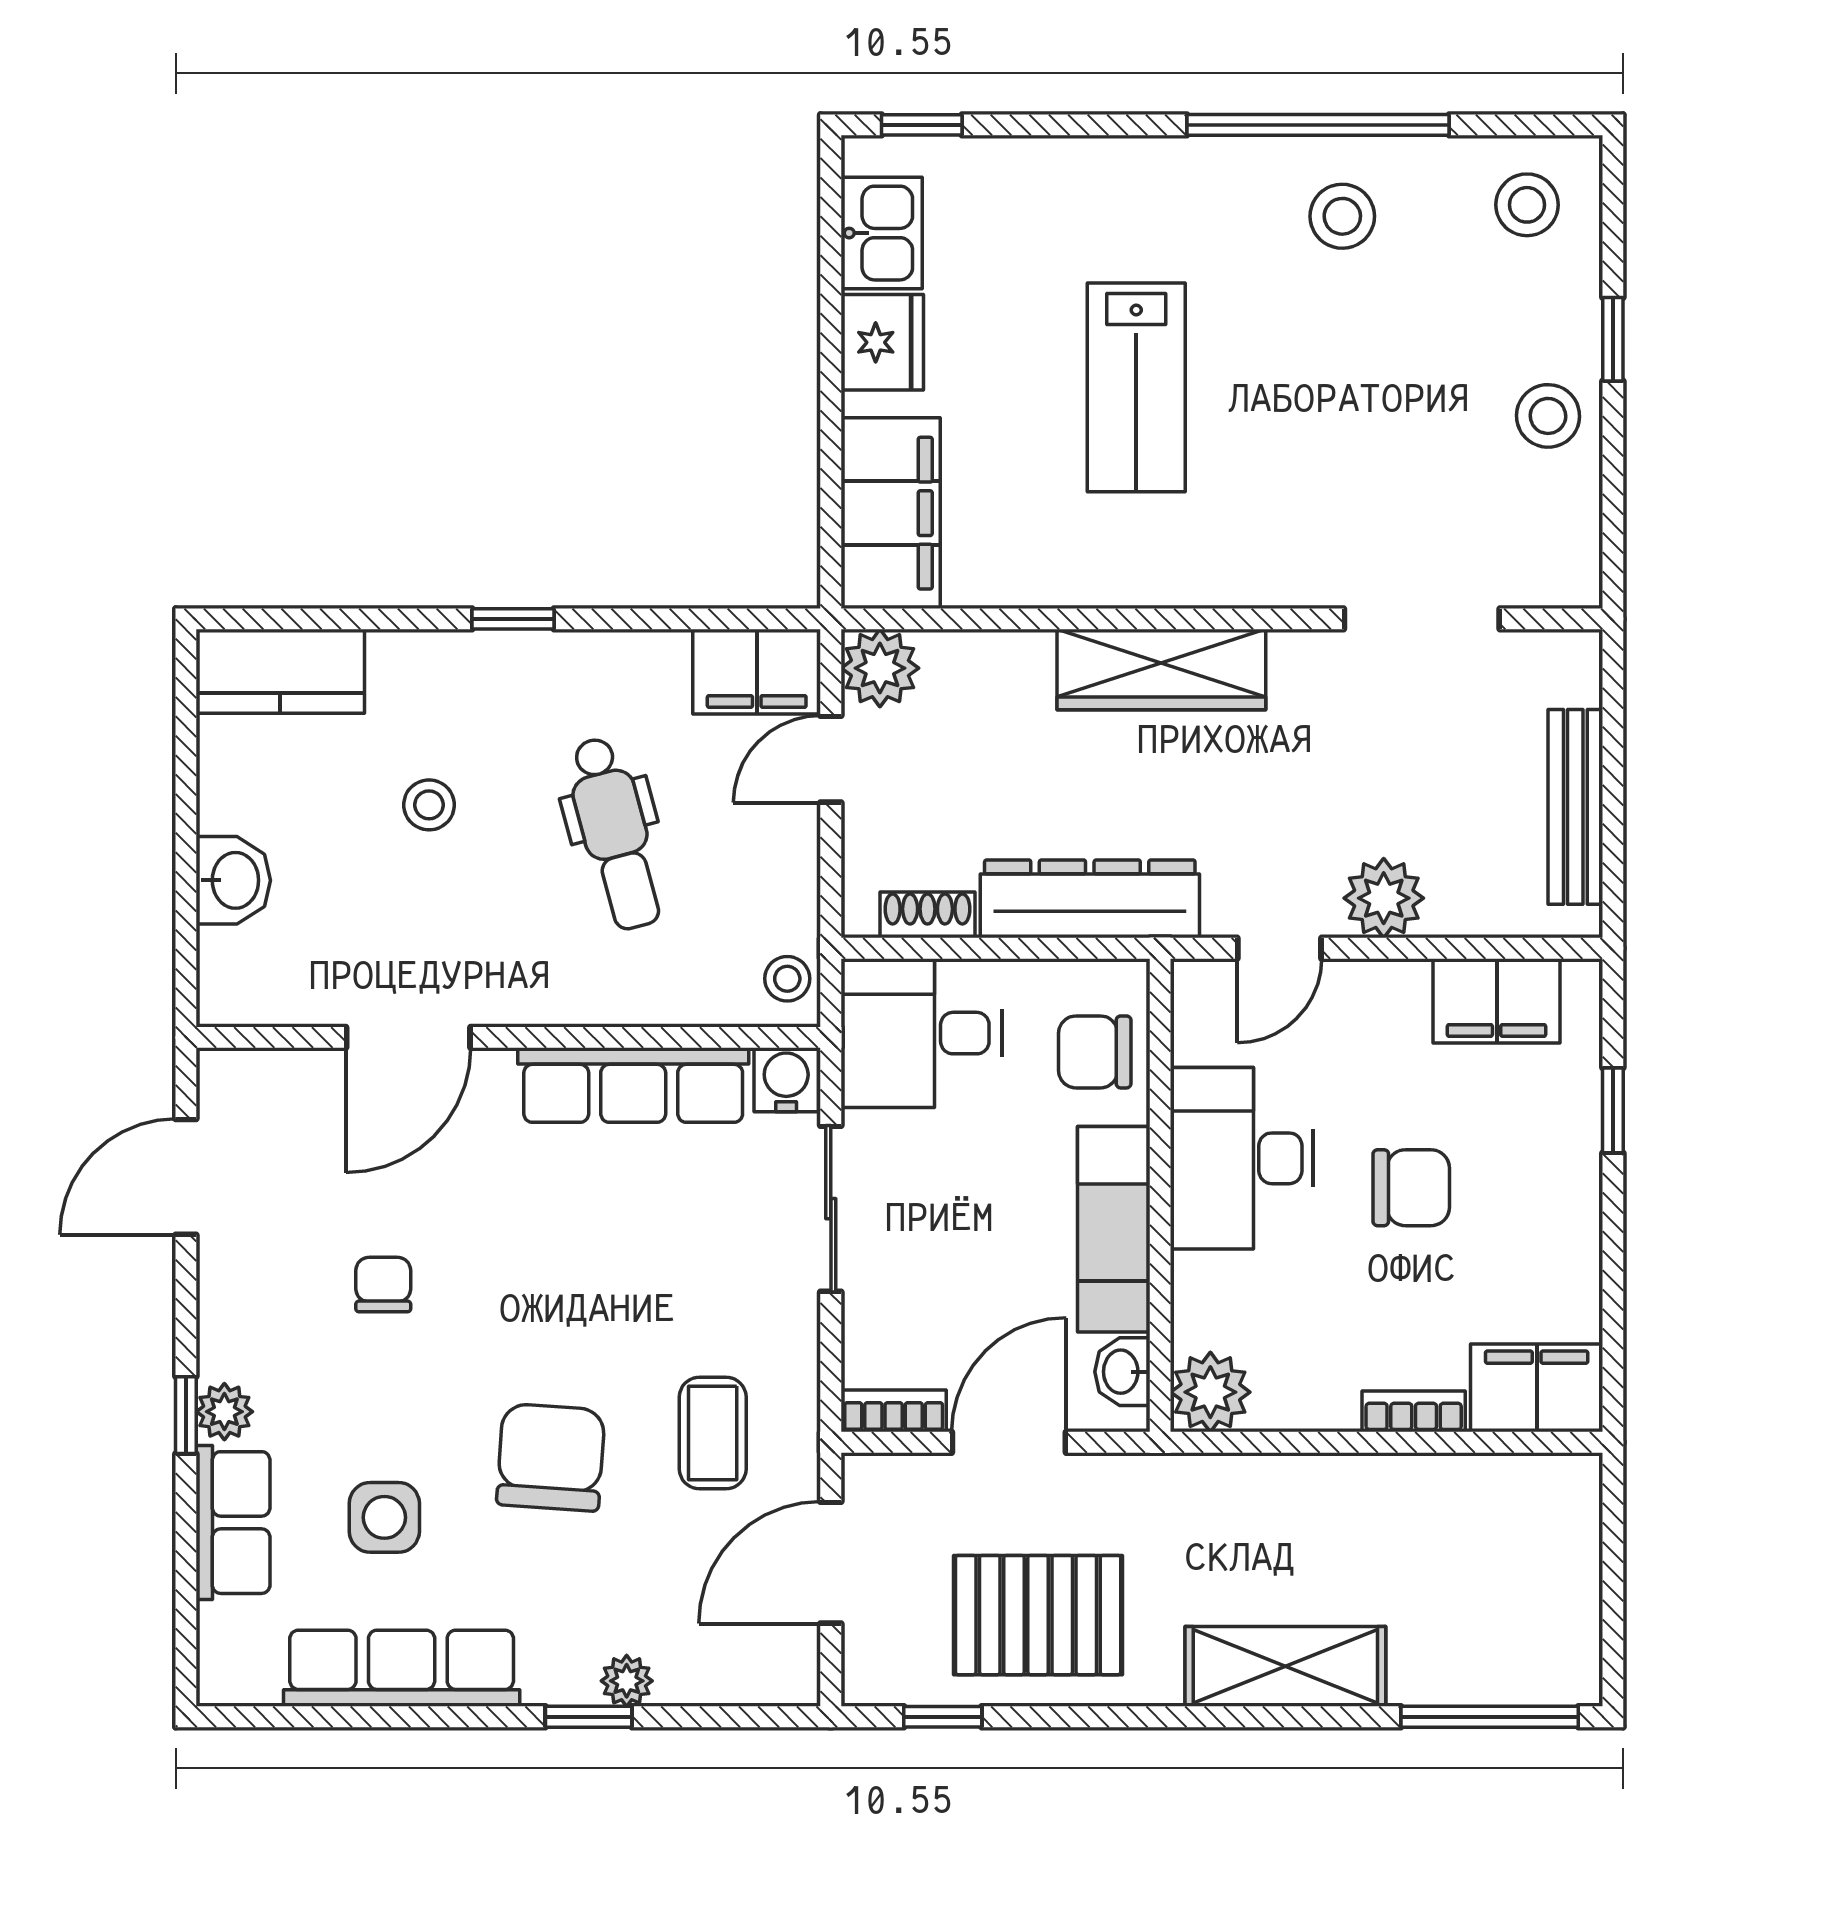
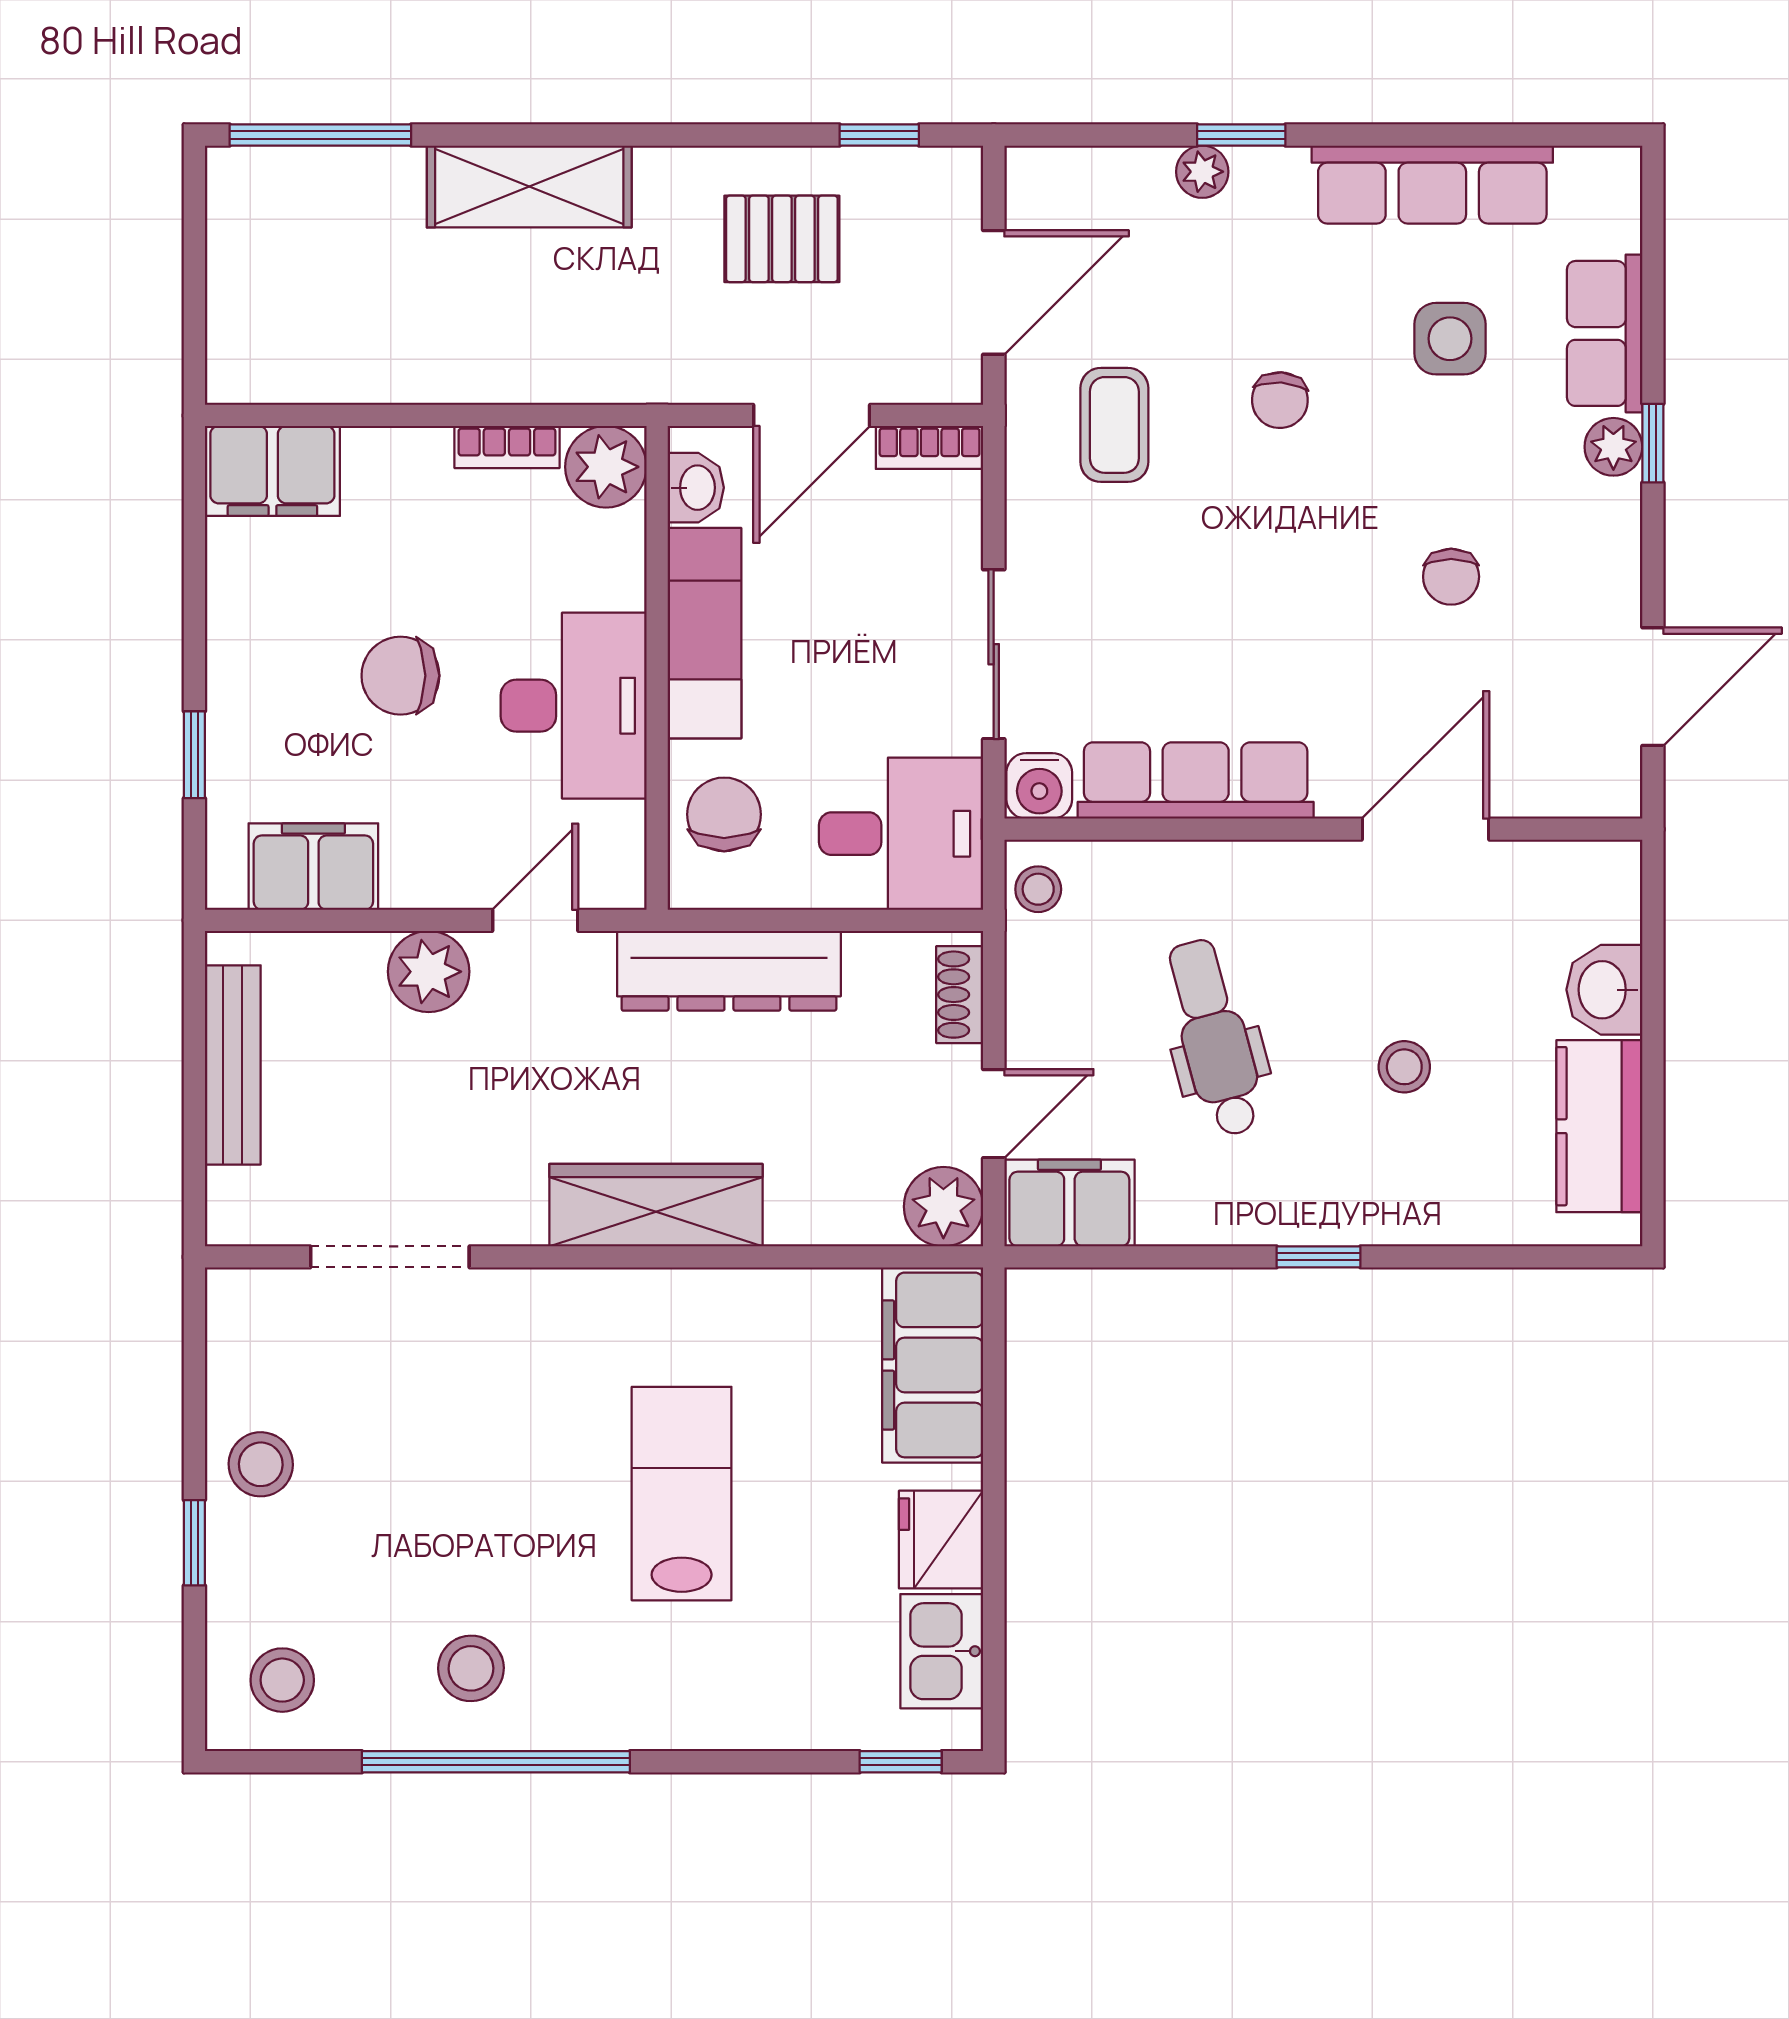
kitchen counter: (280, 671) -> (1599, 1126), moved, turned -90
shoe rack: (927, 915) -> (960, 995), moved, turned 90
chair: (1095, 1052) -> (724, 814), turned -90
bookcase: (1414, 1411) -> (507, 447), moved
chair: (551, 1457) -> (1280, 400), width x0.54, depth x0.54
pallet: (1038, 1615) -> (782, 239), width x0.67, depth x0.71

